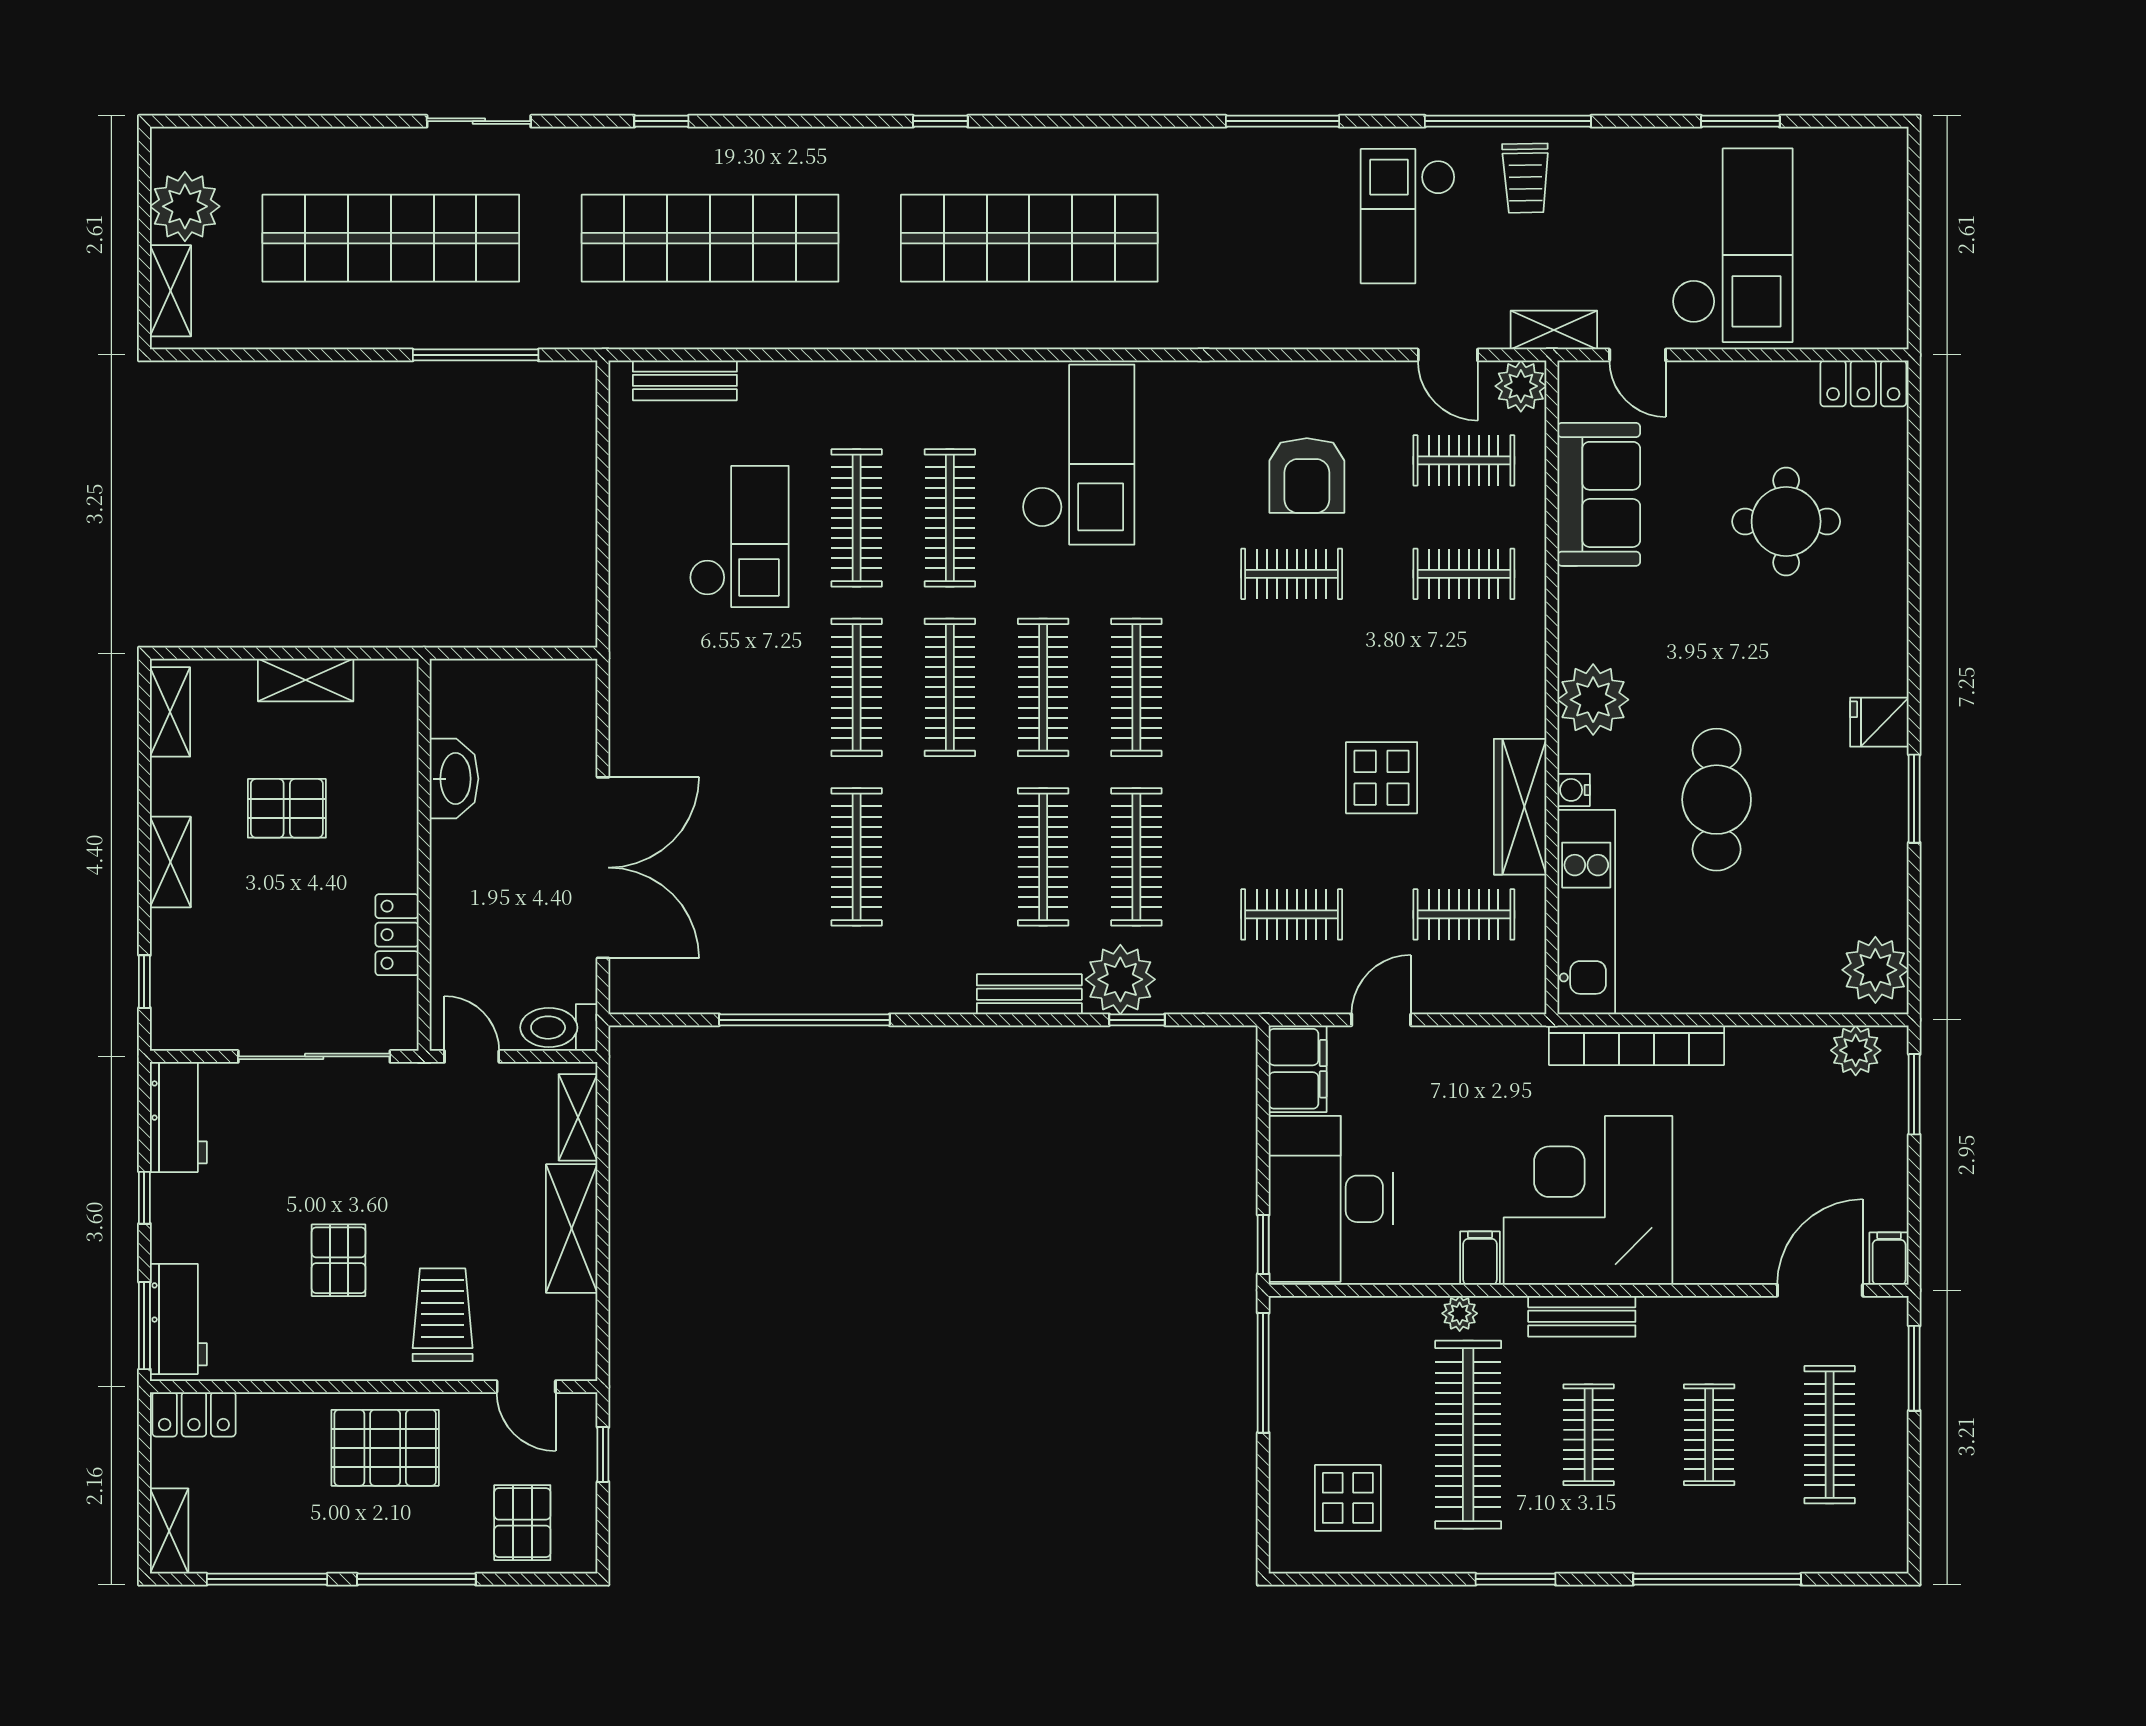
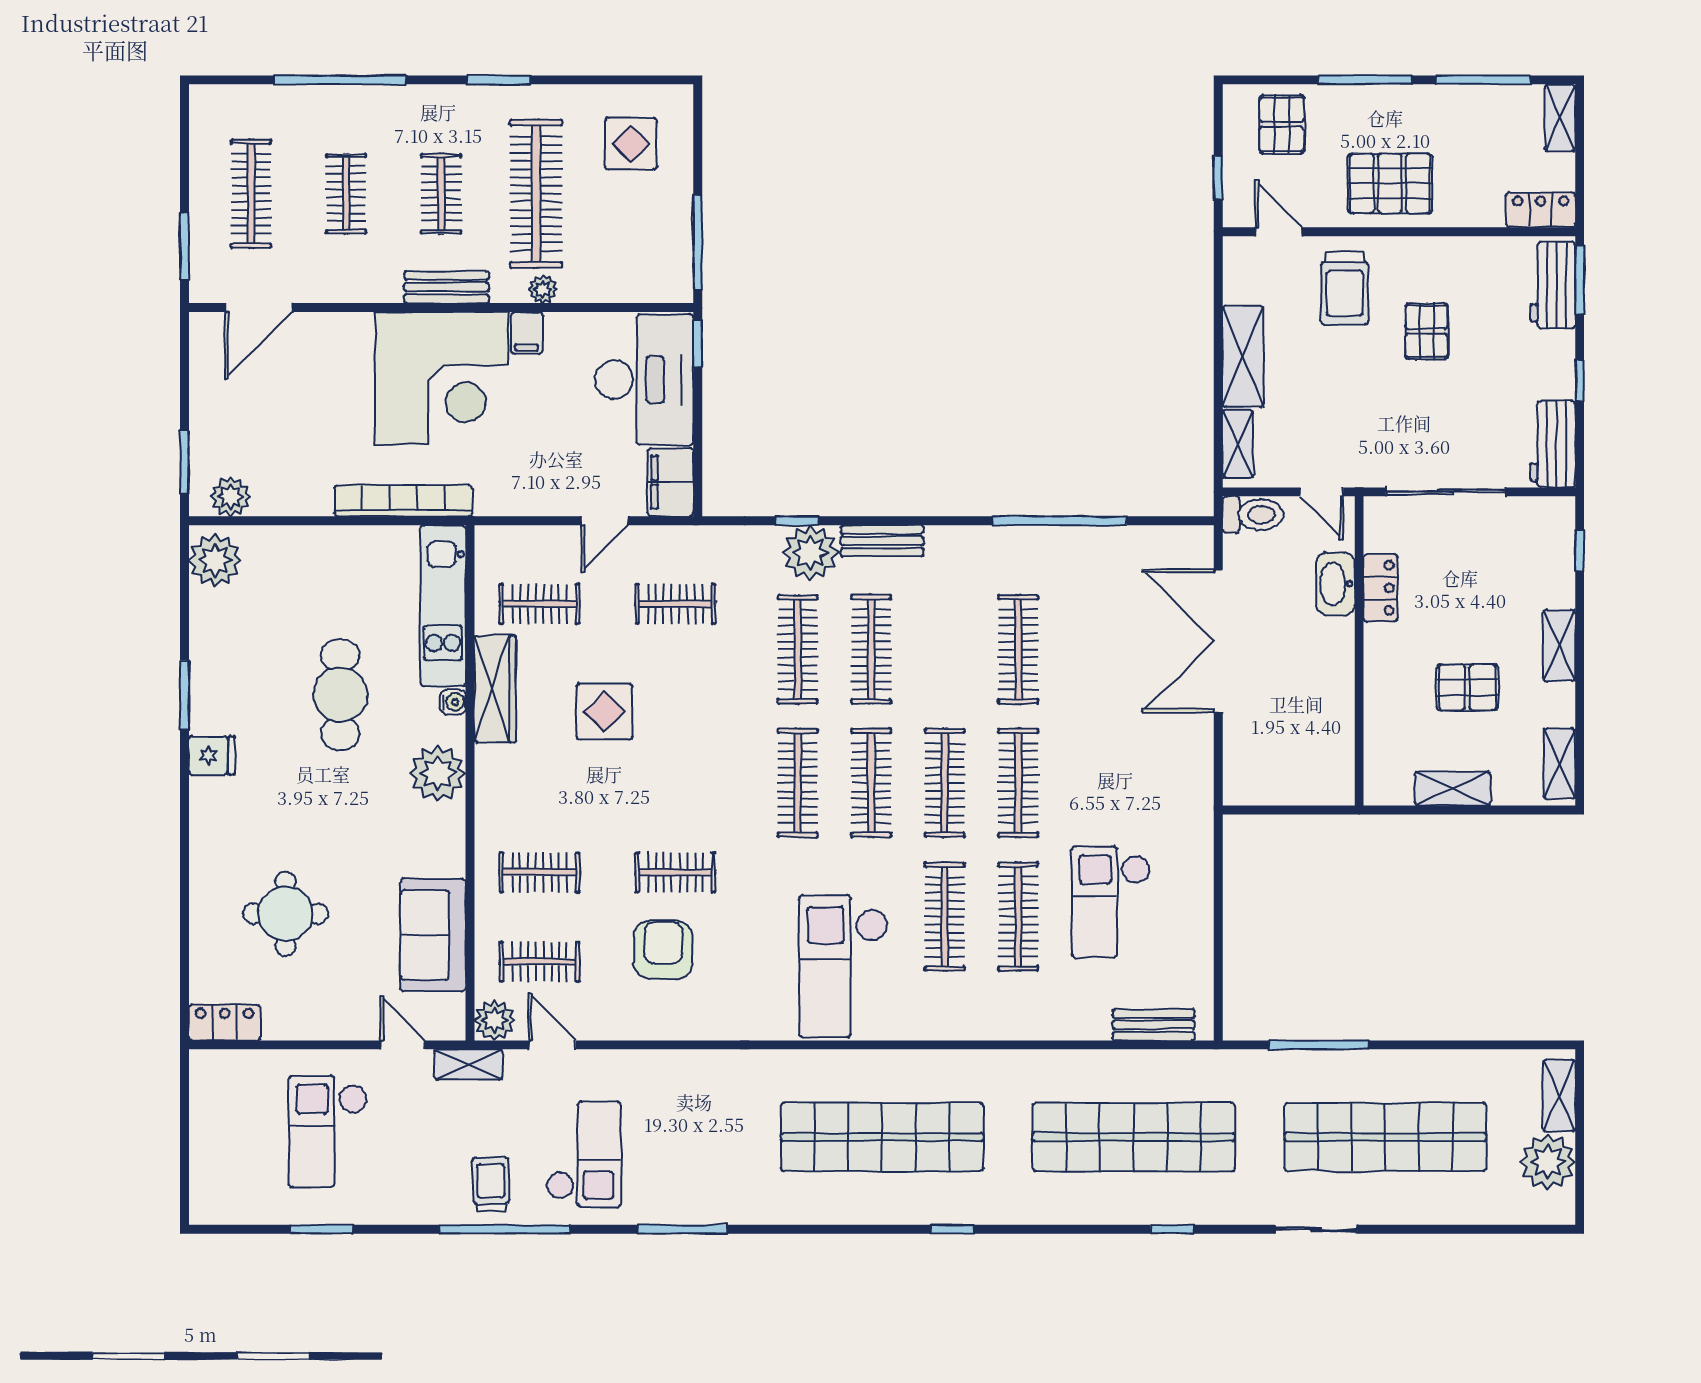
checkout: (1732, 245) -> (328, 1131), width x0.73, depth x0.83
washbasin: (454, 779) -> (1336, 584), moved
filing cabinet: (1889, 1259) -> (204, 333), removed

